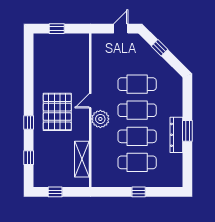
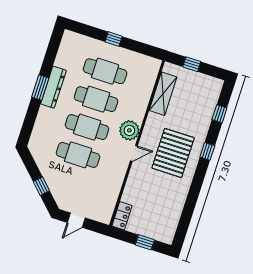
locker: (83, 45) -> (122, 216), added
window: (55, 192) -> (192, 64), moved

